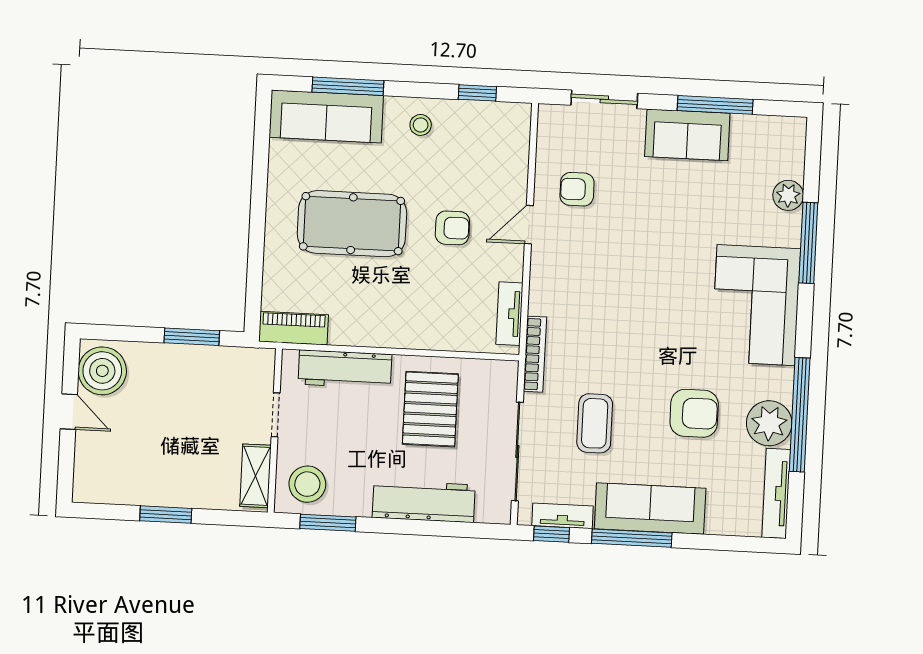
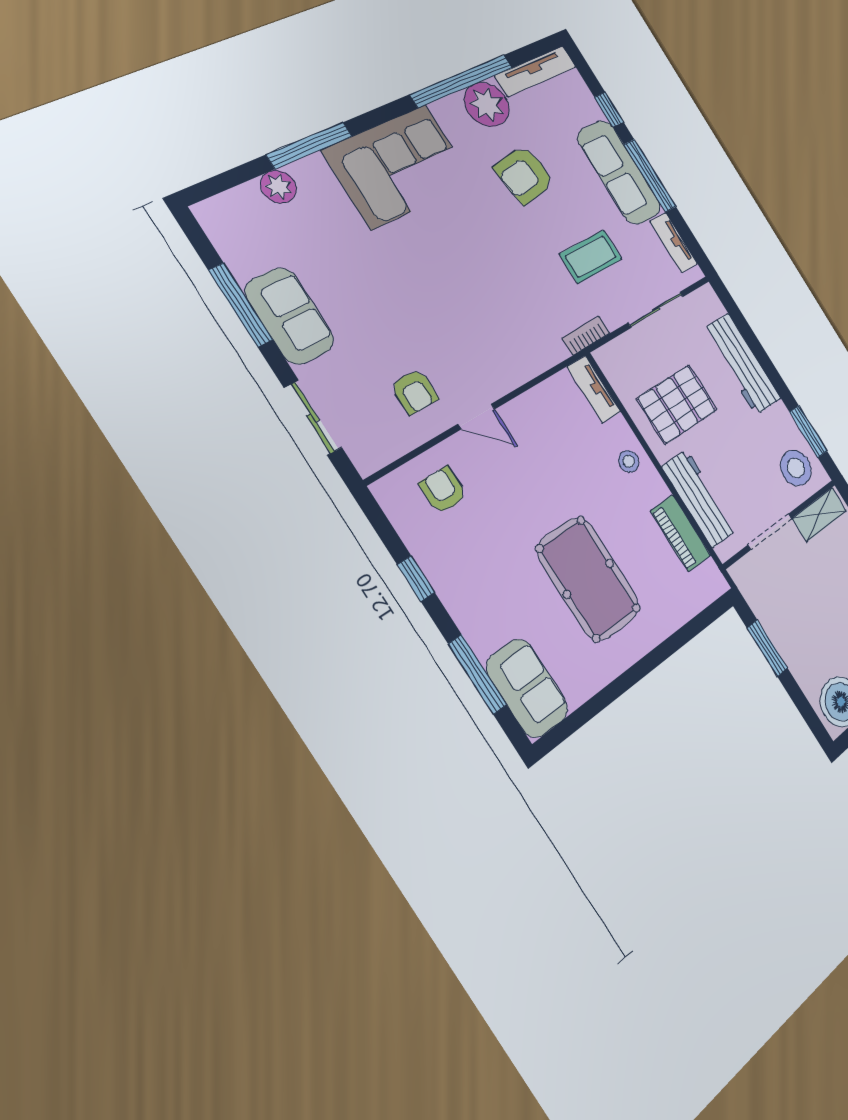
window: (477, 93) -> (416, 579), moved
sofa: (326, 116) -> (527, 688), width x0.73
stool: (421, 125) -> (629, 461), moved
armchair: (452, 228) -> (443, 490), moved
tv unit: (509, 314) -> (594, 389), moved, turned 90
piano: (294, 328) -> (681, 533), moved
bookcase: (535, 354) -> (586, 336), width x0.64
armchair: (694, 413) -> (524, 175), turned -99
doorway: (276, 415) -> (770, 532), width x1.38
sliding door: (517, 452) -> (656, 310), width x0.73
window: (551, 534) -> (609, 110), moved

